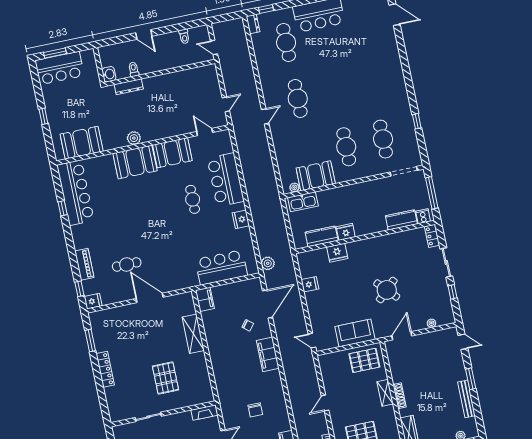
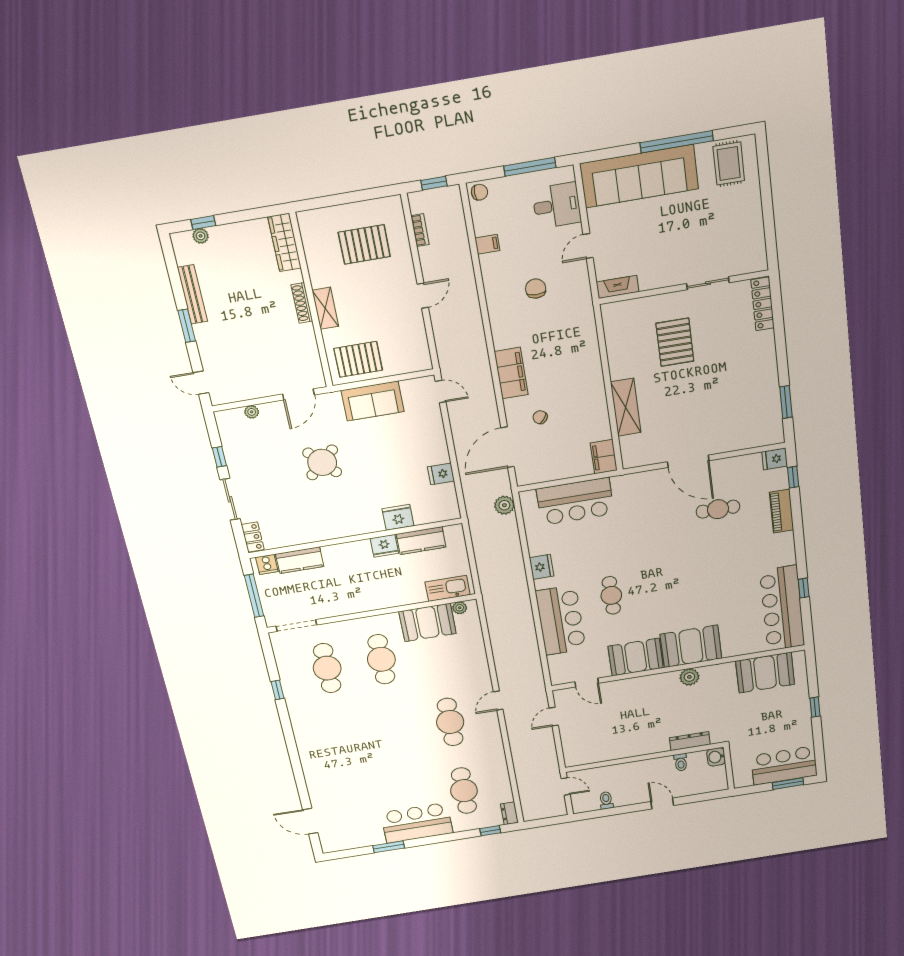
locker: (105, 369) -> (763, 304), moved

